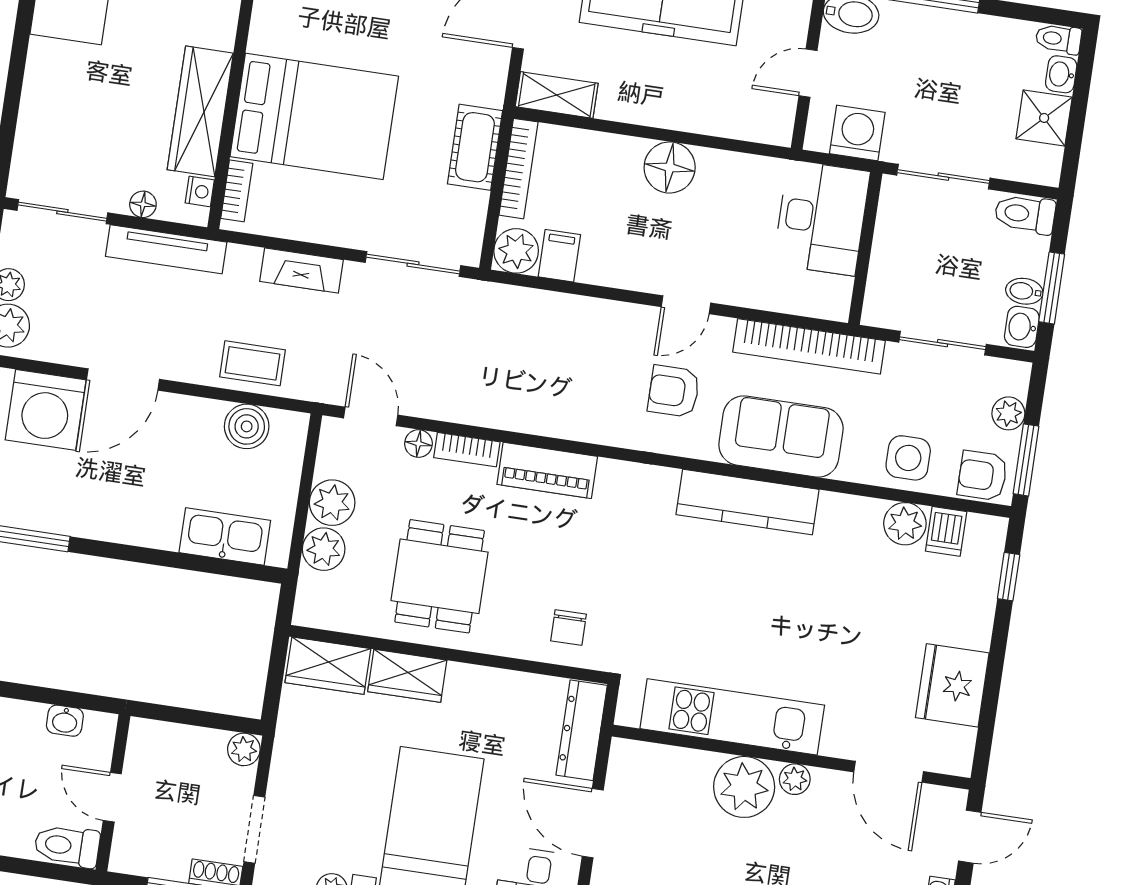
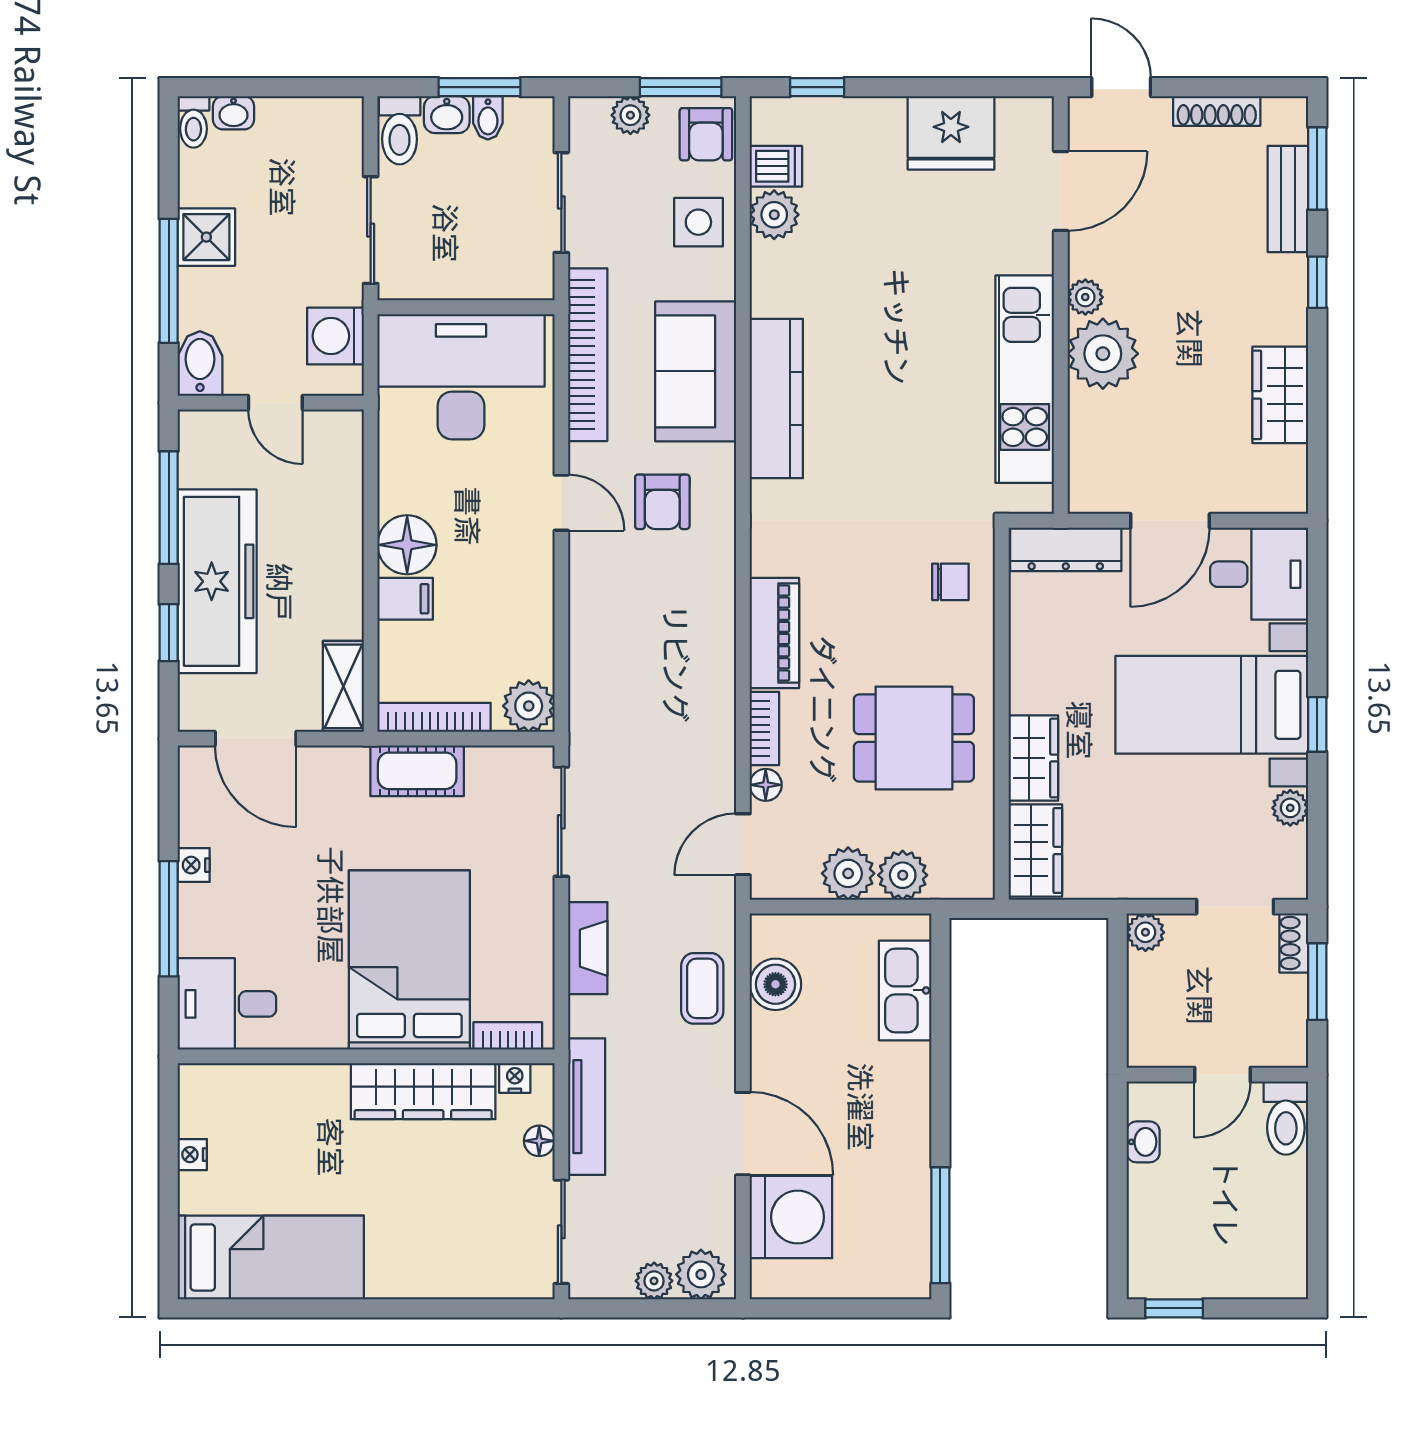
shower: (1044, 118) -> (206, 237), moved
desk: (822, 218) -> (461, 377), width x1.36, depth x1.30
filing cabinet: (559, 256) -> (405, 599), moved, turned 180
washbasin: (1022, 327) -> (447, 115), moved

